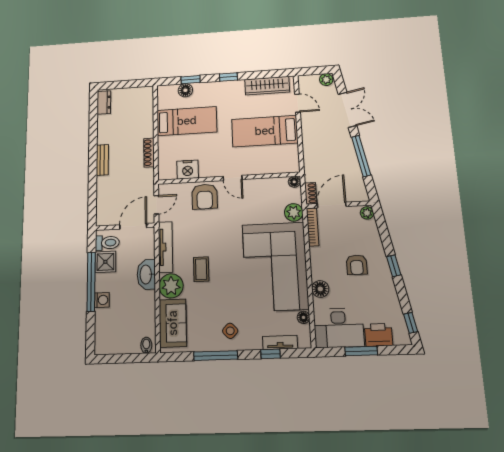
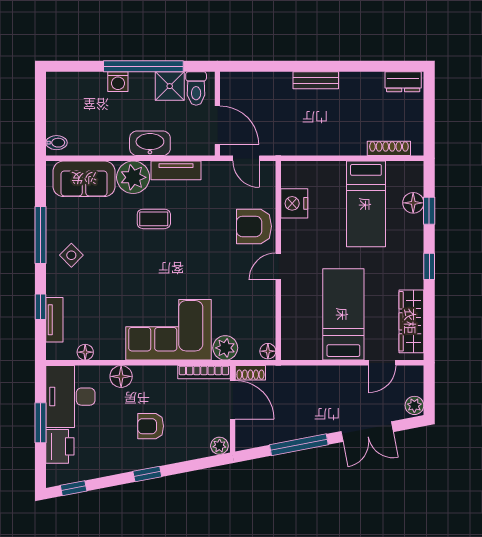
shoe rack: (149, 153) -> (389, 148), moved
tv unit: (165, 247) -> (176, 170), width x0.71
corner sofa: (275, 267) -> (169, 330), width x0.73, depth x0.74

